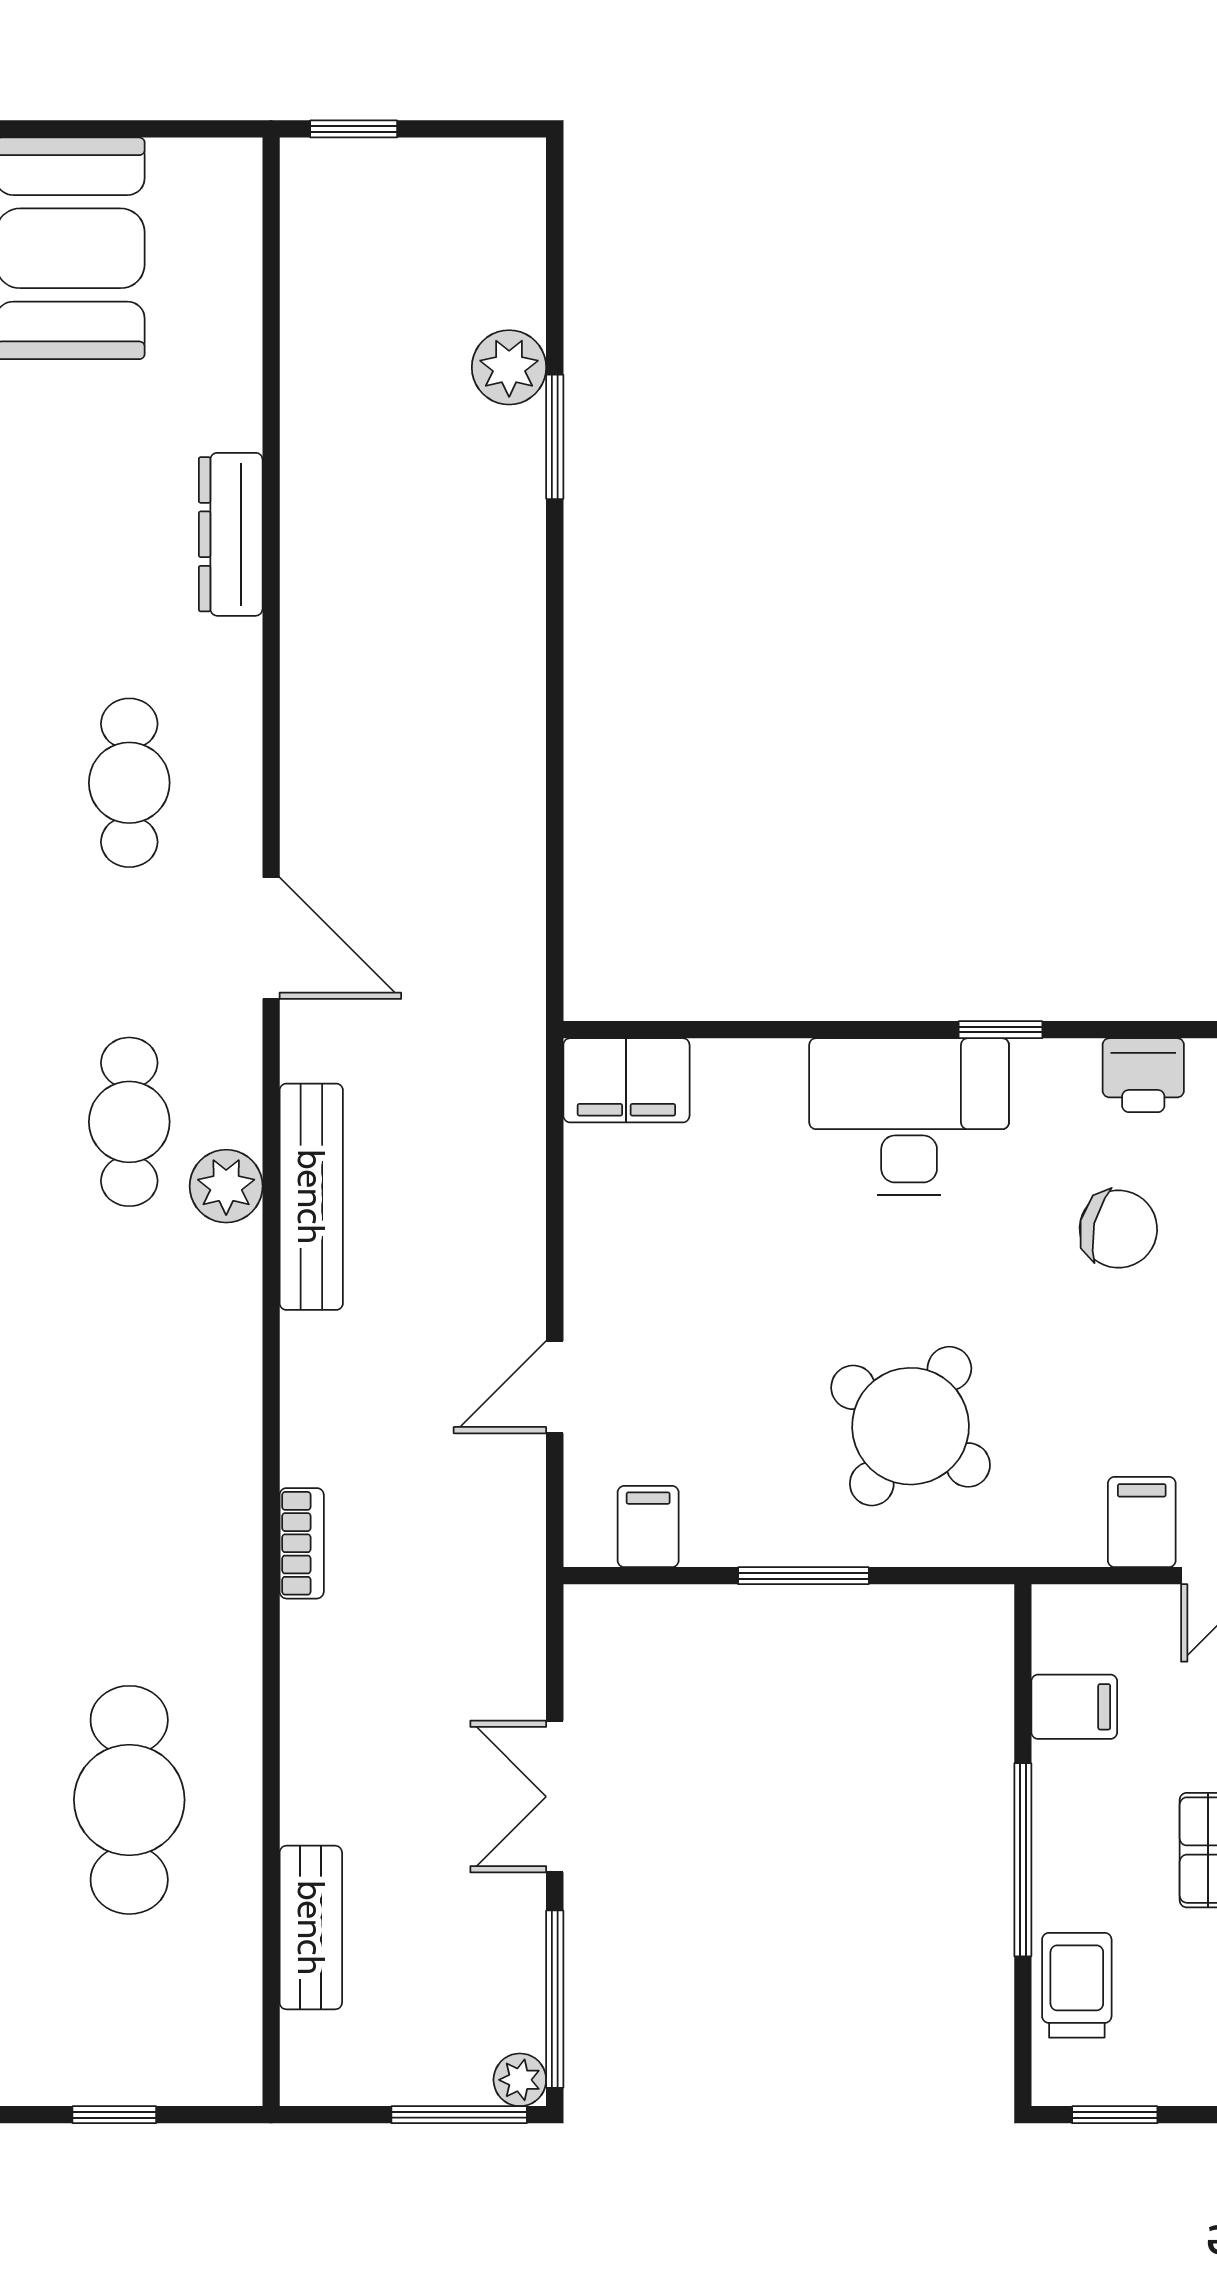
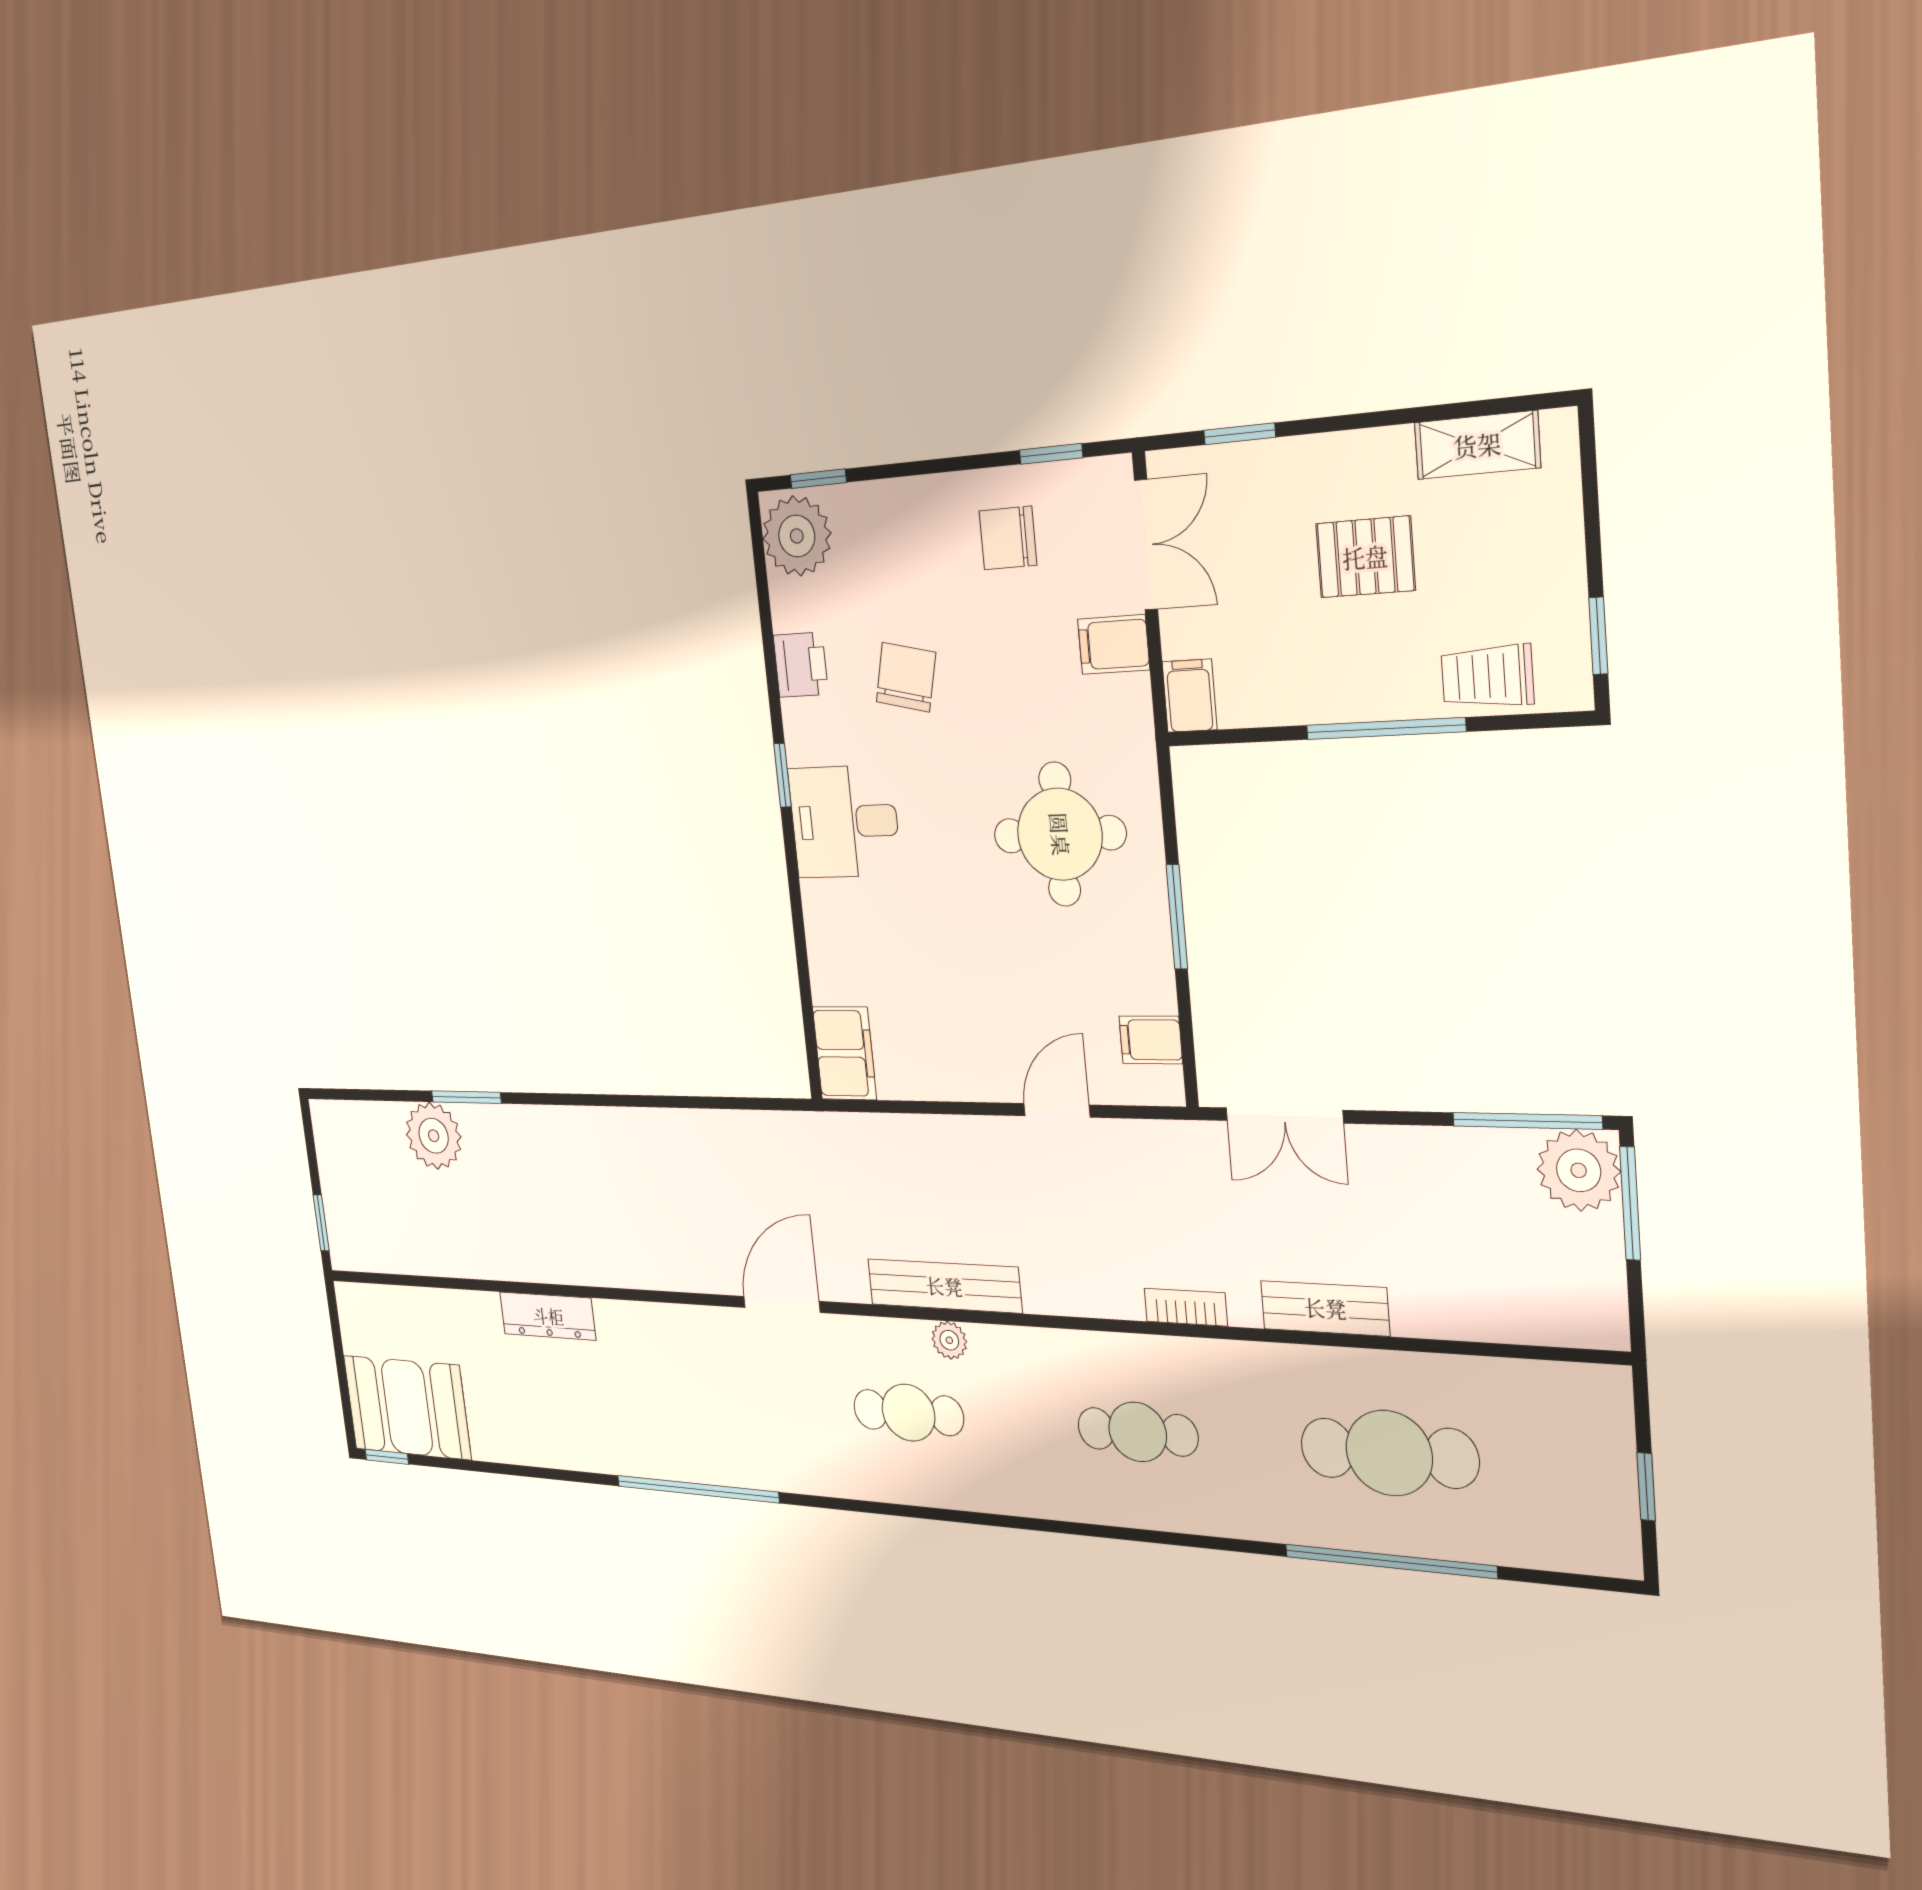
plant: (509, 367) -> (434, 1136), width x1.36, depth x1.36
cafe table: (129, 783) -> (1138, 1432), moved
desk: (909, 1117) -> (844, 822), width x0.73
plant: (226, 1186) -> (949, 1340), width x0.73, depth x0.73
door: (555, 1387) -> (1057, 1110), swing flipped
round table: (911, 1426) -> (1060, 834), turned -34
filing cabinet: (1074, 1707) -> (1190, 696), moved
double door: (555, 1797) -> (1284, 1115), moved
bench: (311, 1928) -> (1325, 1308), moved
plant: (520, 2080) -> (1579, 1170), width x1.88, depth x1.88

